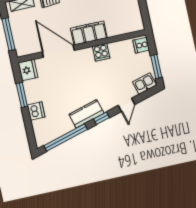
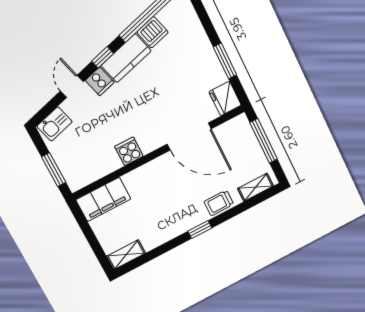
filing cabinet: (89, 33) -> (103, 199), moved
cooker: (141, 45) -> (100, 81), moved, turned 74
window: (156, 66) -> (54, 170), moved
dishwasher: (36, 111) -> (153, 32), moved, turned -106

